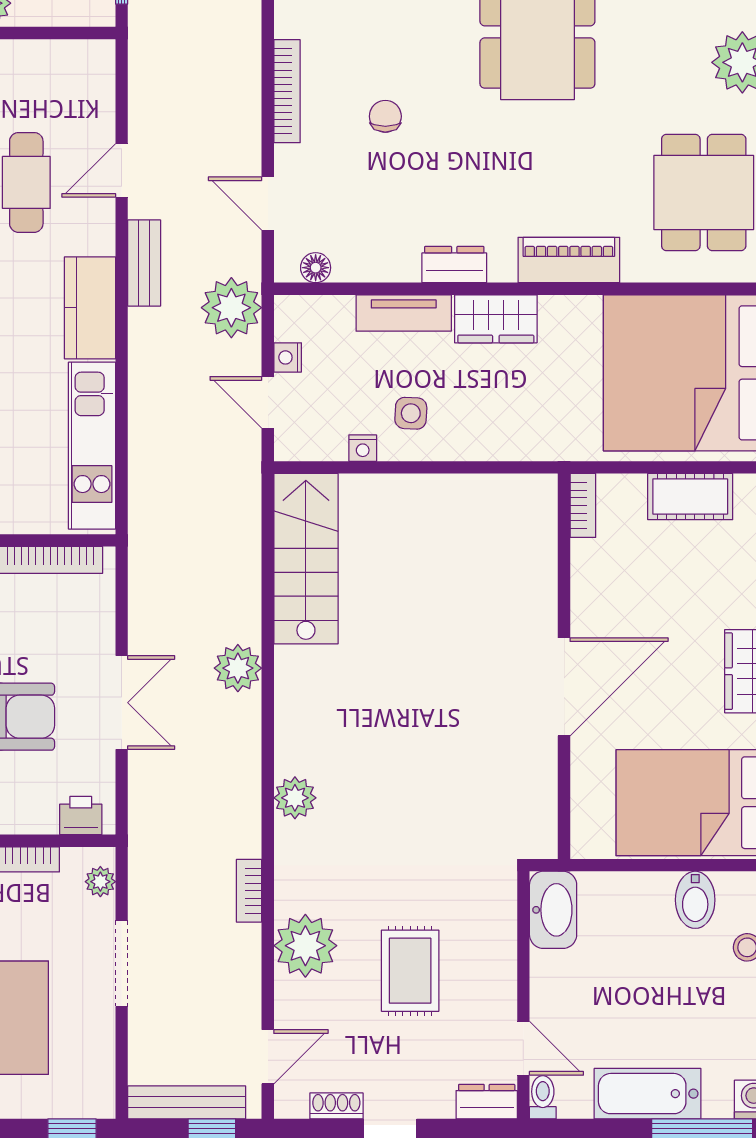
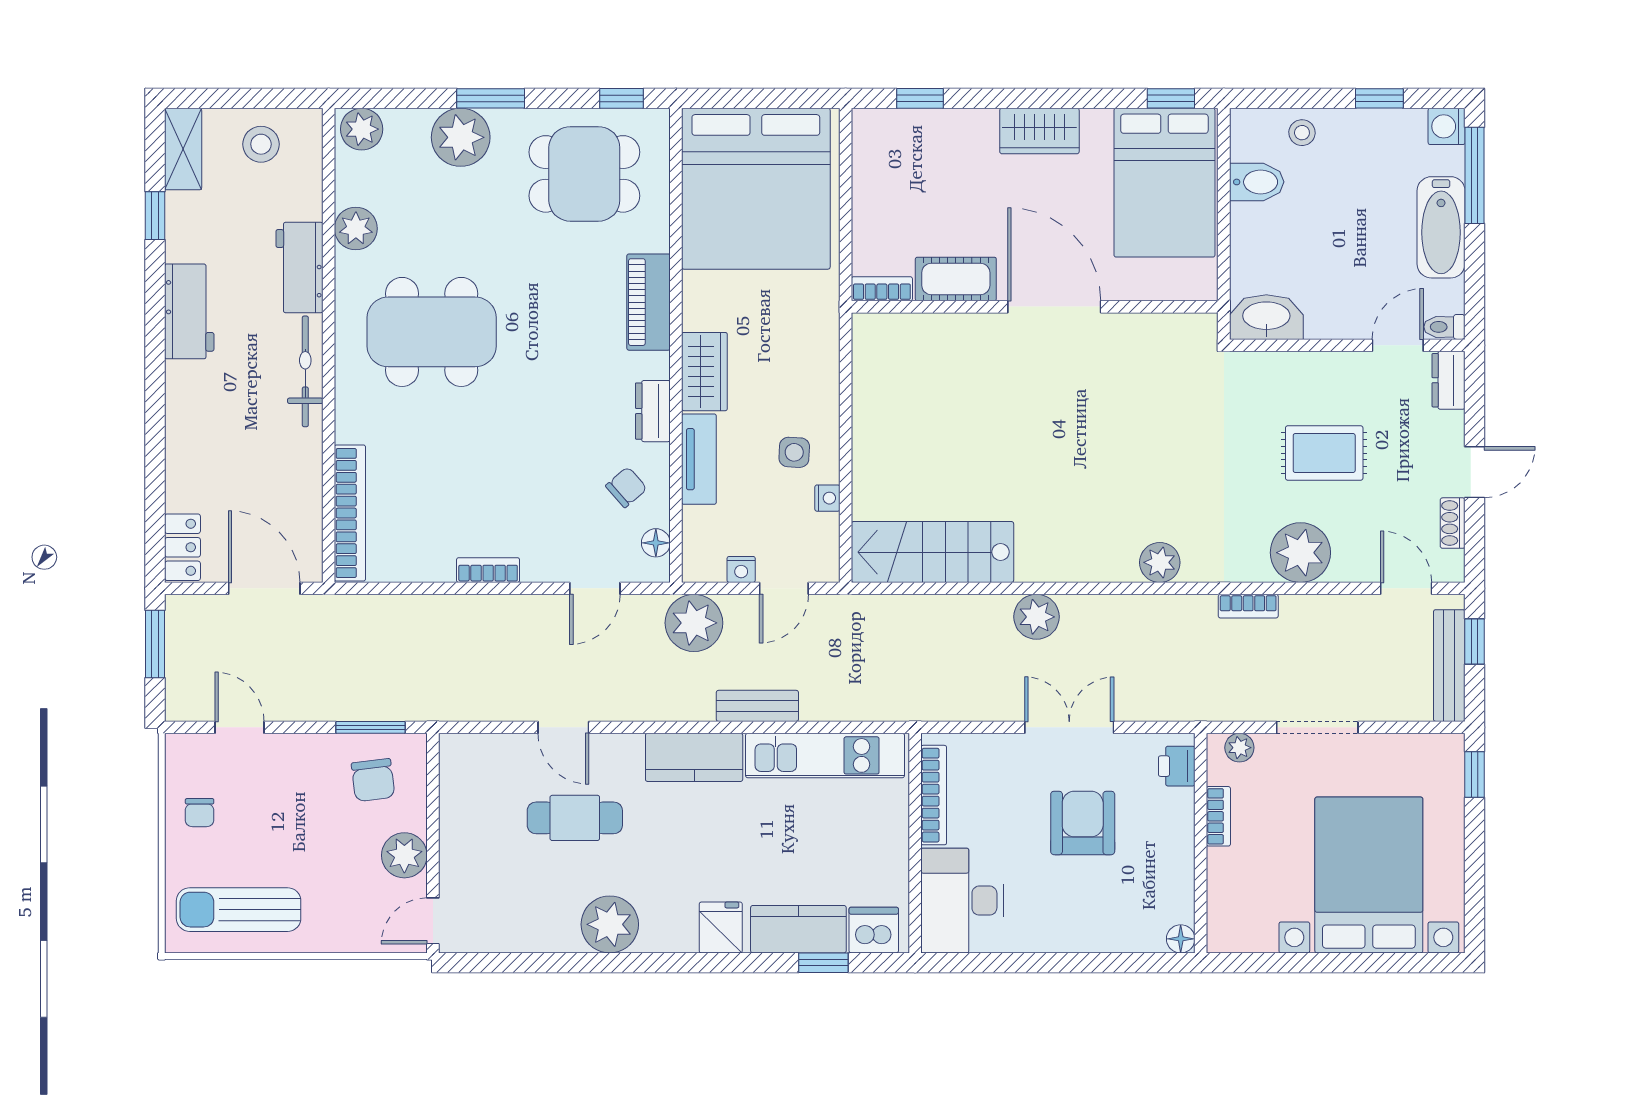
bookcase: (287, 91) -> (488, 570), width x0.64
chair: (385, 116) -> (626, 487), moved, turned 139
bench: (144, 263) -> (757, 706), moved
cot: (690, 497) -> (956, 279), moved, turned 90

